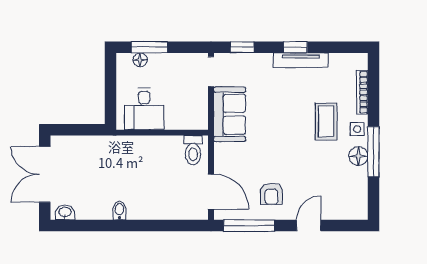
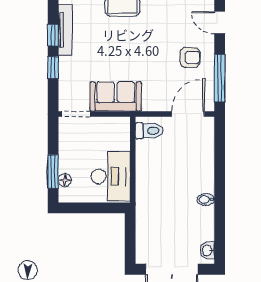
window: (242, 47) -> (53, 68), moved
desk: (144, 109) -> (111, 176), width x1.37

